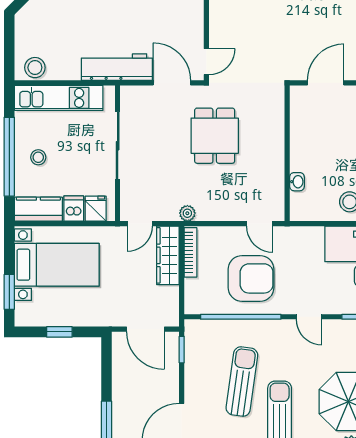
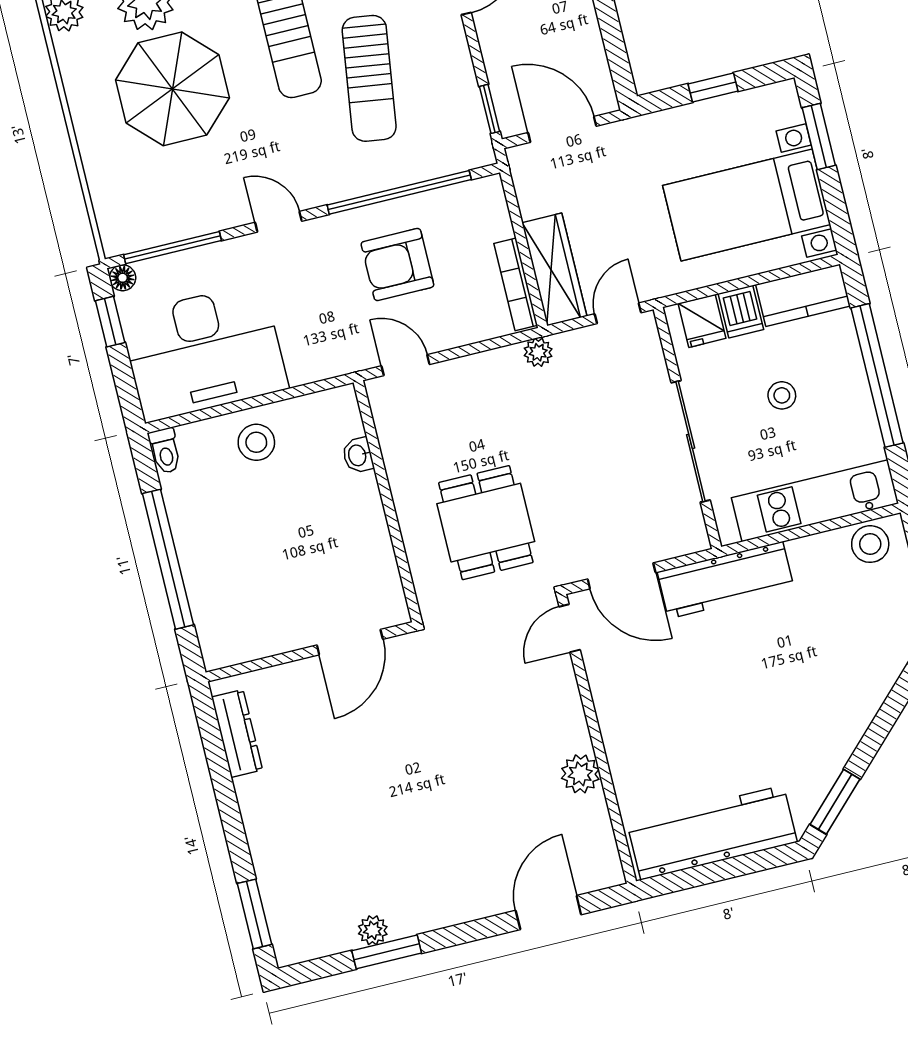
dining table: (215, 136) -> (486, 523), moved
stool: (38, 157) -> (782, 395), moved
armchair: (251, 278) -> (397, 264), width x0.73, depth x0.73

